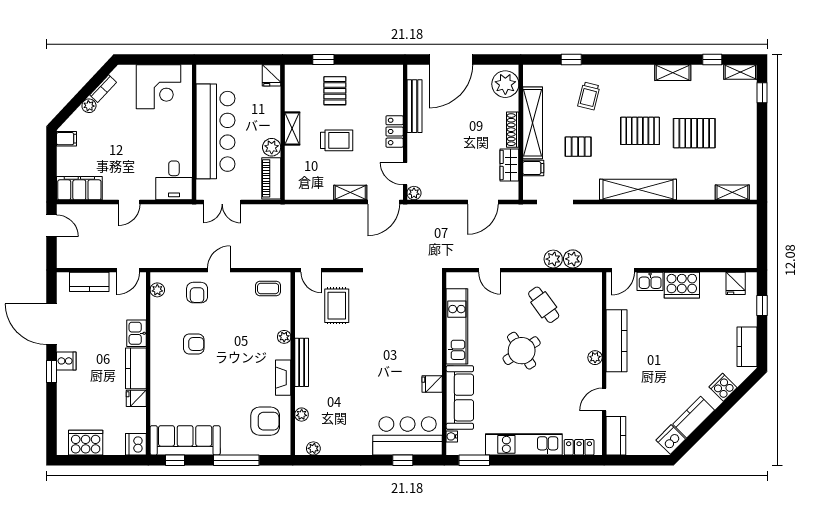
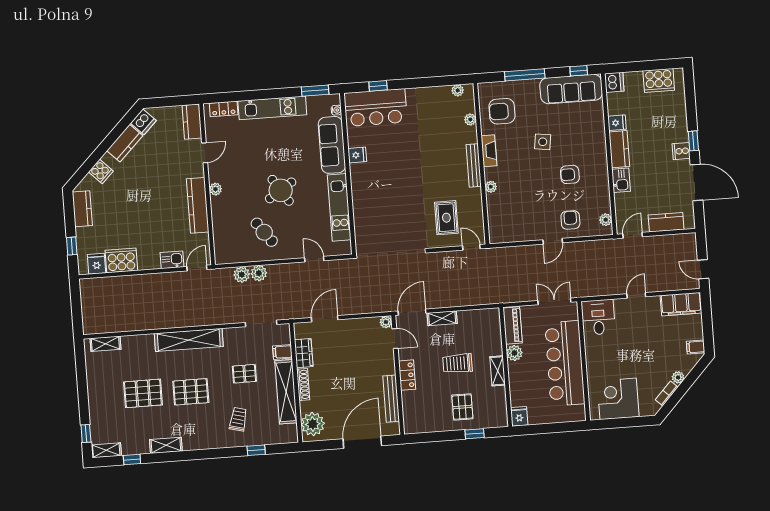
cooker: (682, 285) -> (121, 260), moved
coffee table: (268, 288) -> (508, 228), removed
side table: (222, 383) -> (543, 142), added

